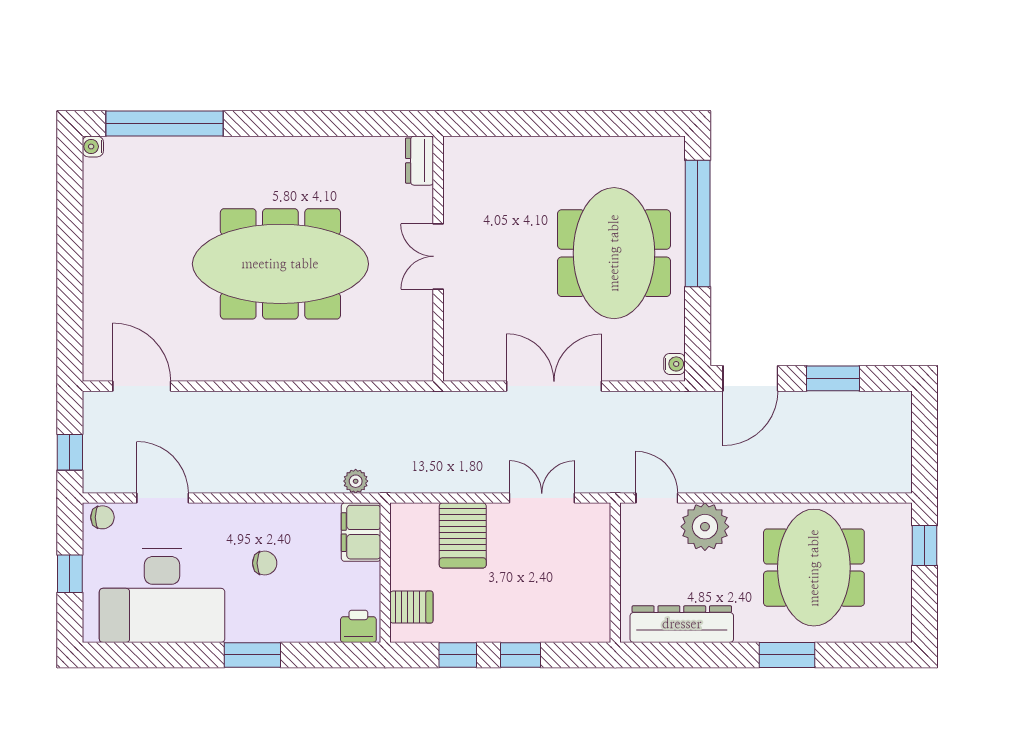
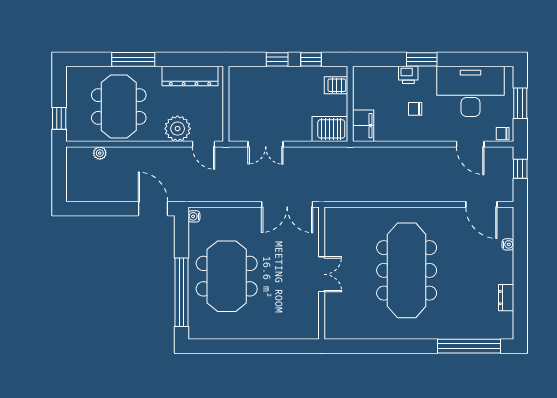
water cooler: (93, 147) -> (508, 244), moved
dresser: (420, 161) -> (506, 298), moved, turned 180
meeting table: (280, 264) -> (407, 270), turned 90
door: (750, 378) -> (153, 209), hinge flipped
window: (833, 378) -> (108, 209), removed
double door: (554, 386) -> (287, 204), moved
plant: (356, 481) -> (100, 153), moved
server rack: (463, 535) -> (330, 129), moved, turned -90
window: (70, 574) -> (520, 103), width x1.50
printer: (358, 626) -> (408, 75), moved
window: (787, 655) -> (133, 59), width x1.44

